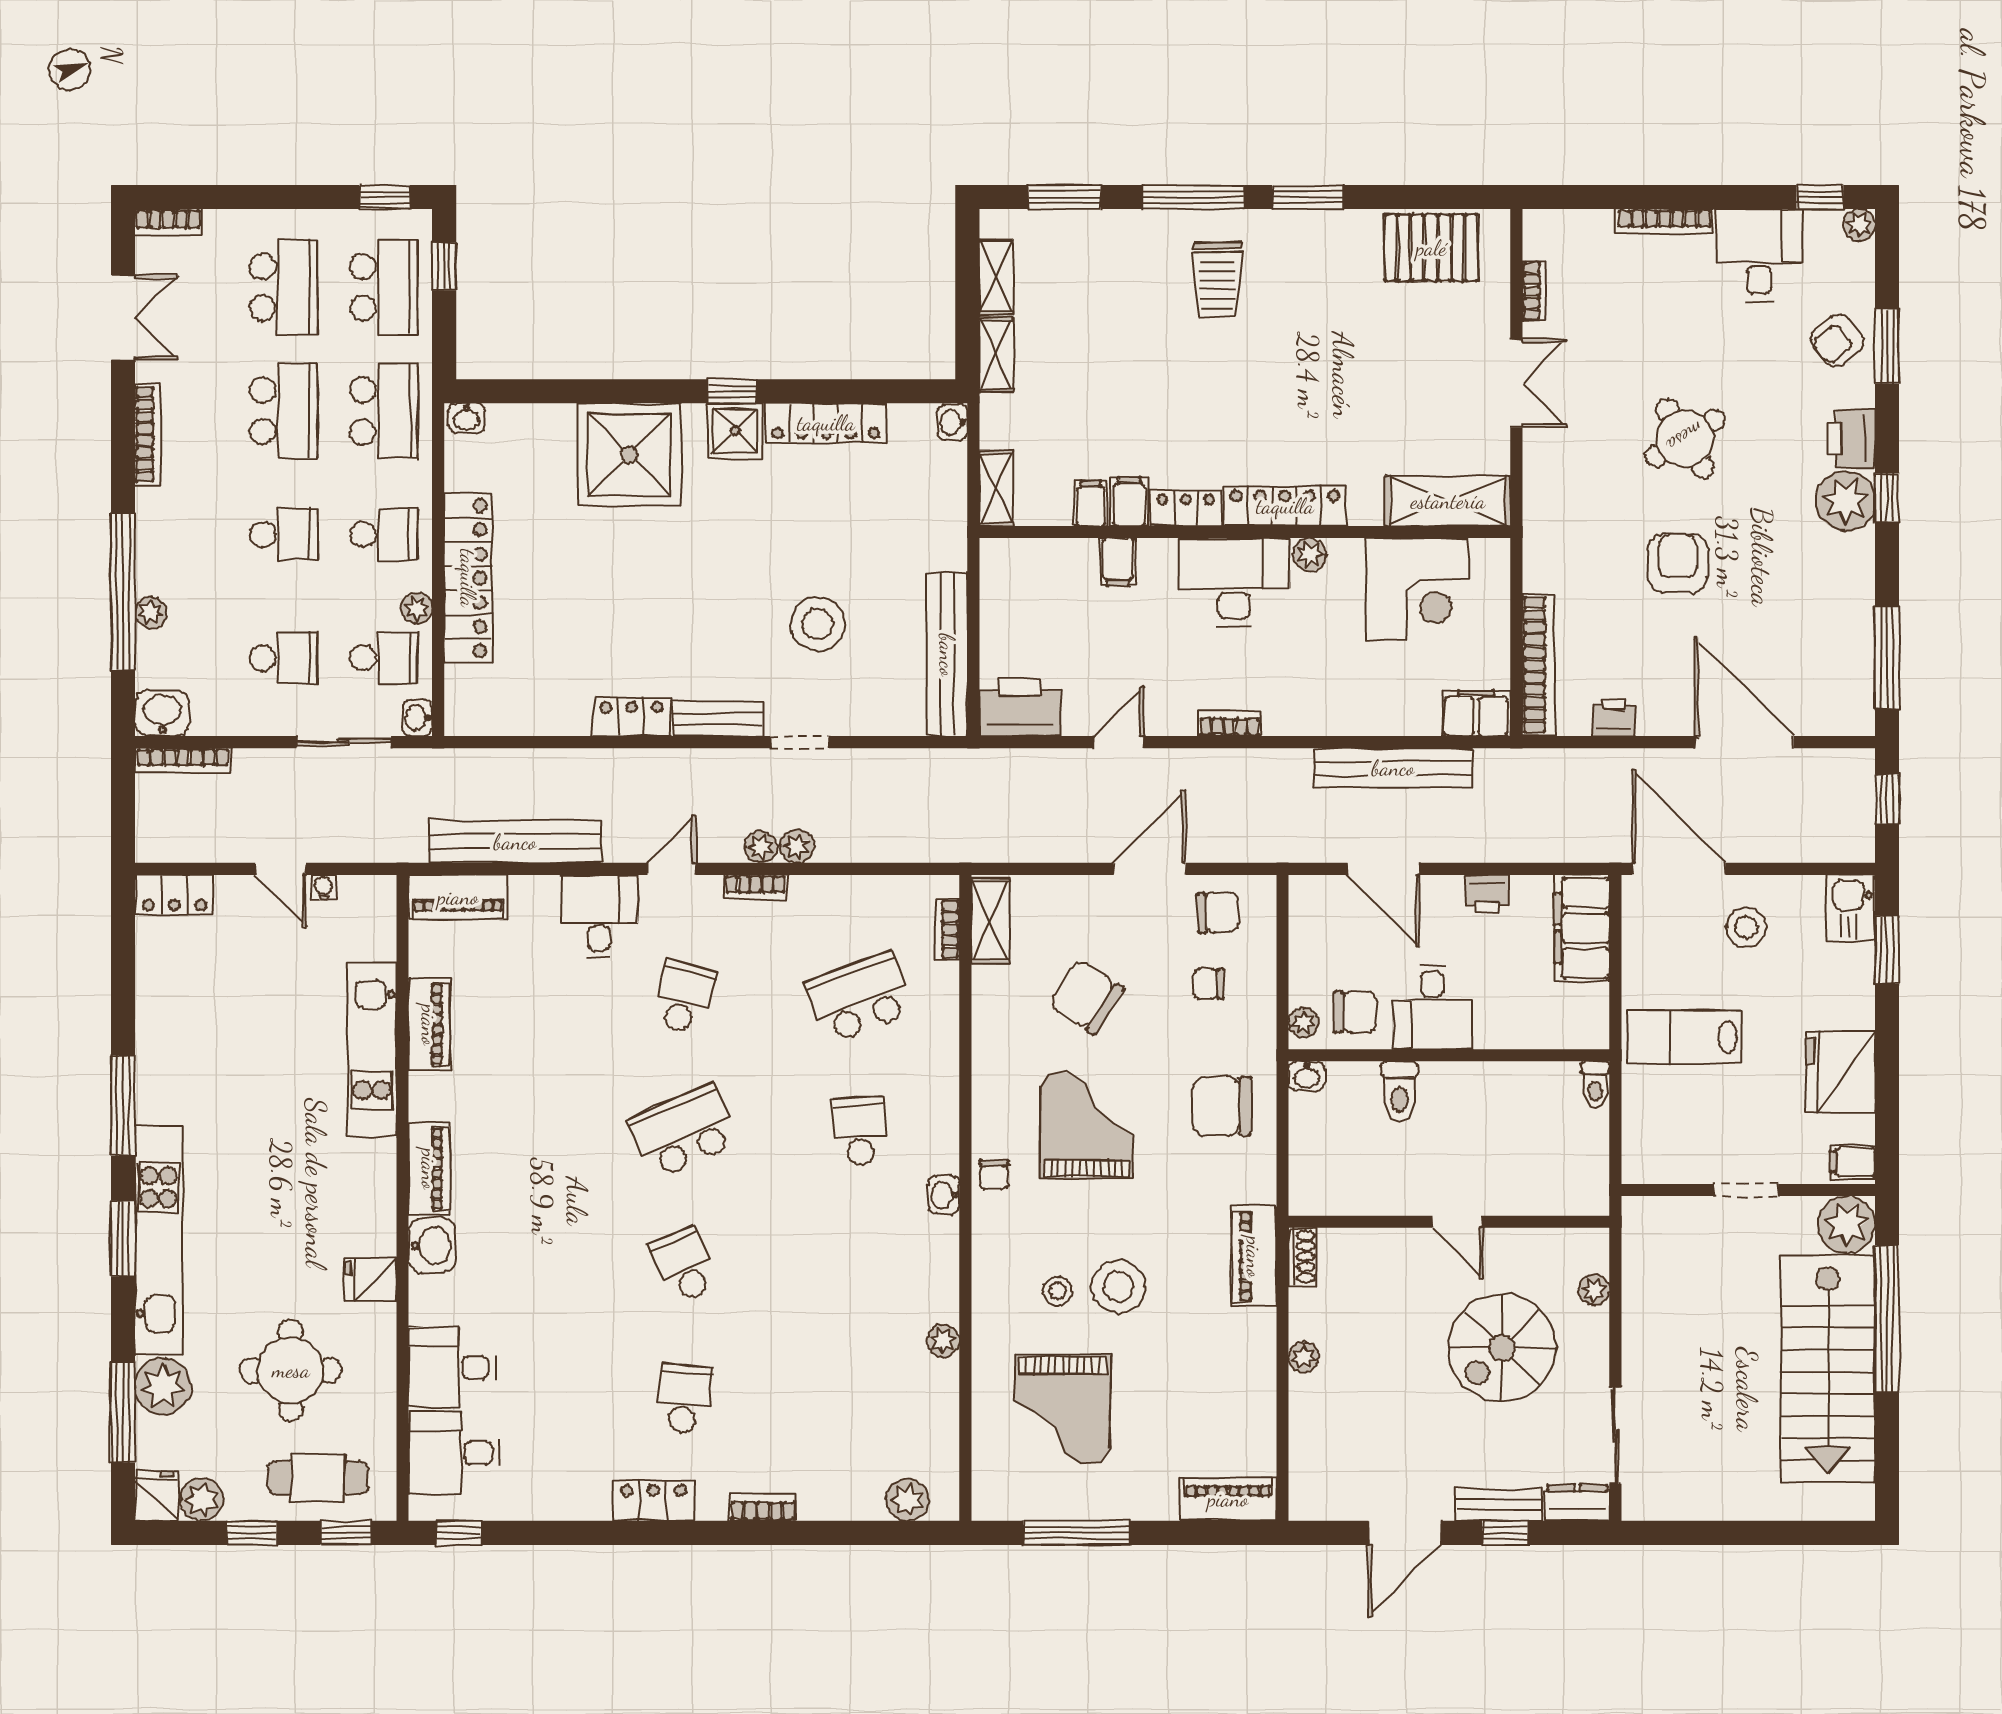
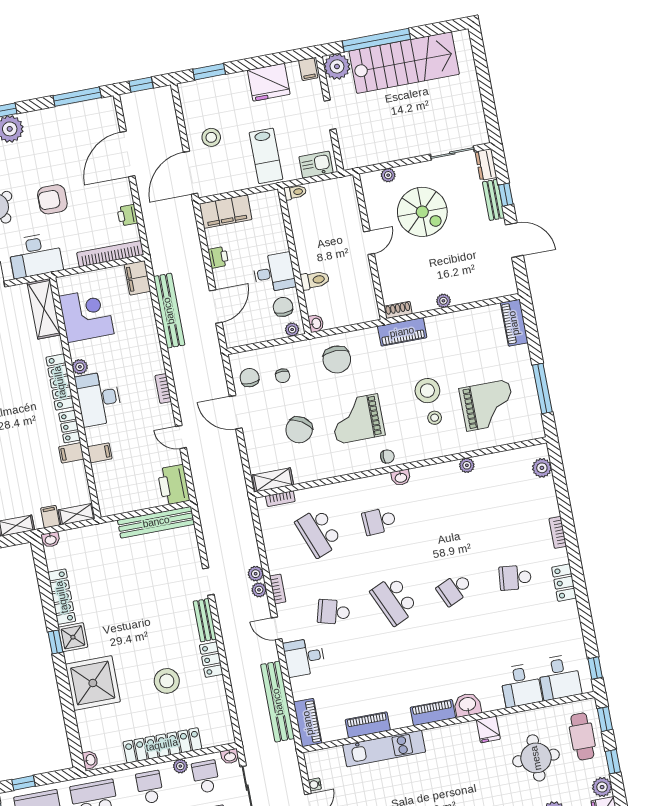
filing cabinet: (1091, 504) -> (50, 517), moved, turned 90
desk: (1565, 505) -> (35, 255), added
stool: (818, 624) -> (167, 681), moved
kitchen sink: (1851, 908) -> (316, 165), moved, turned 180

